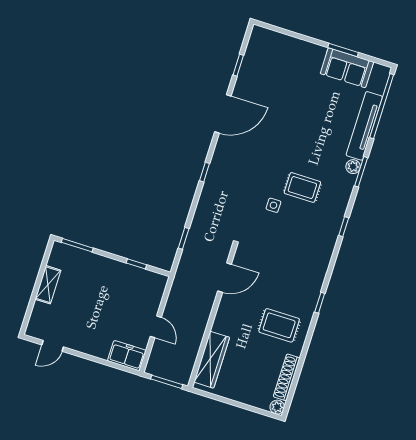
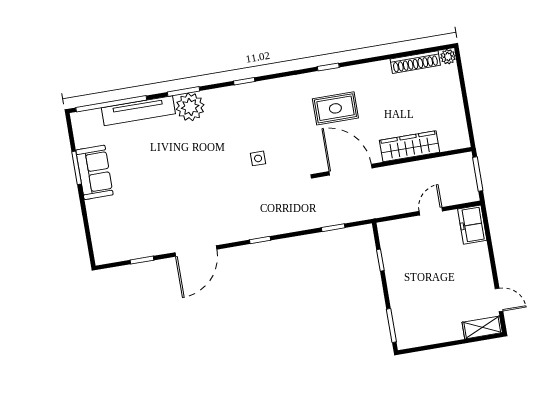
sofa: (347, 68) -> (94, 172), moved
door: (223, 114) -> (196, 251), swing flipped
plant: (353, 167) -> (190, 107), width x1.87, depth x1.87
rug: (302, 187) -> (227, 140), removed
door: (225, 278) -> (351, 170), width x1.36
shelving: (48, 285) -> (482, 327), moved
rug: (279, 325) -> (335, 108), moved, turned 90
wardrobe: (212, 360) -> (409, 146), moved

